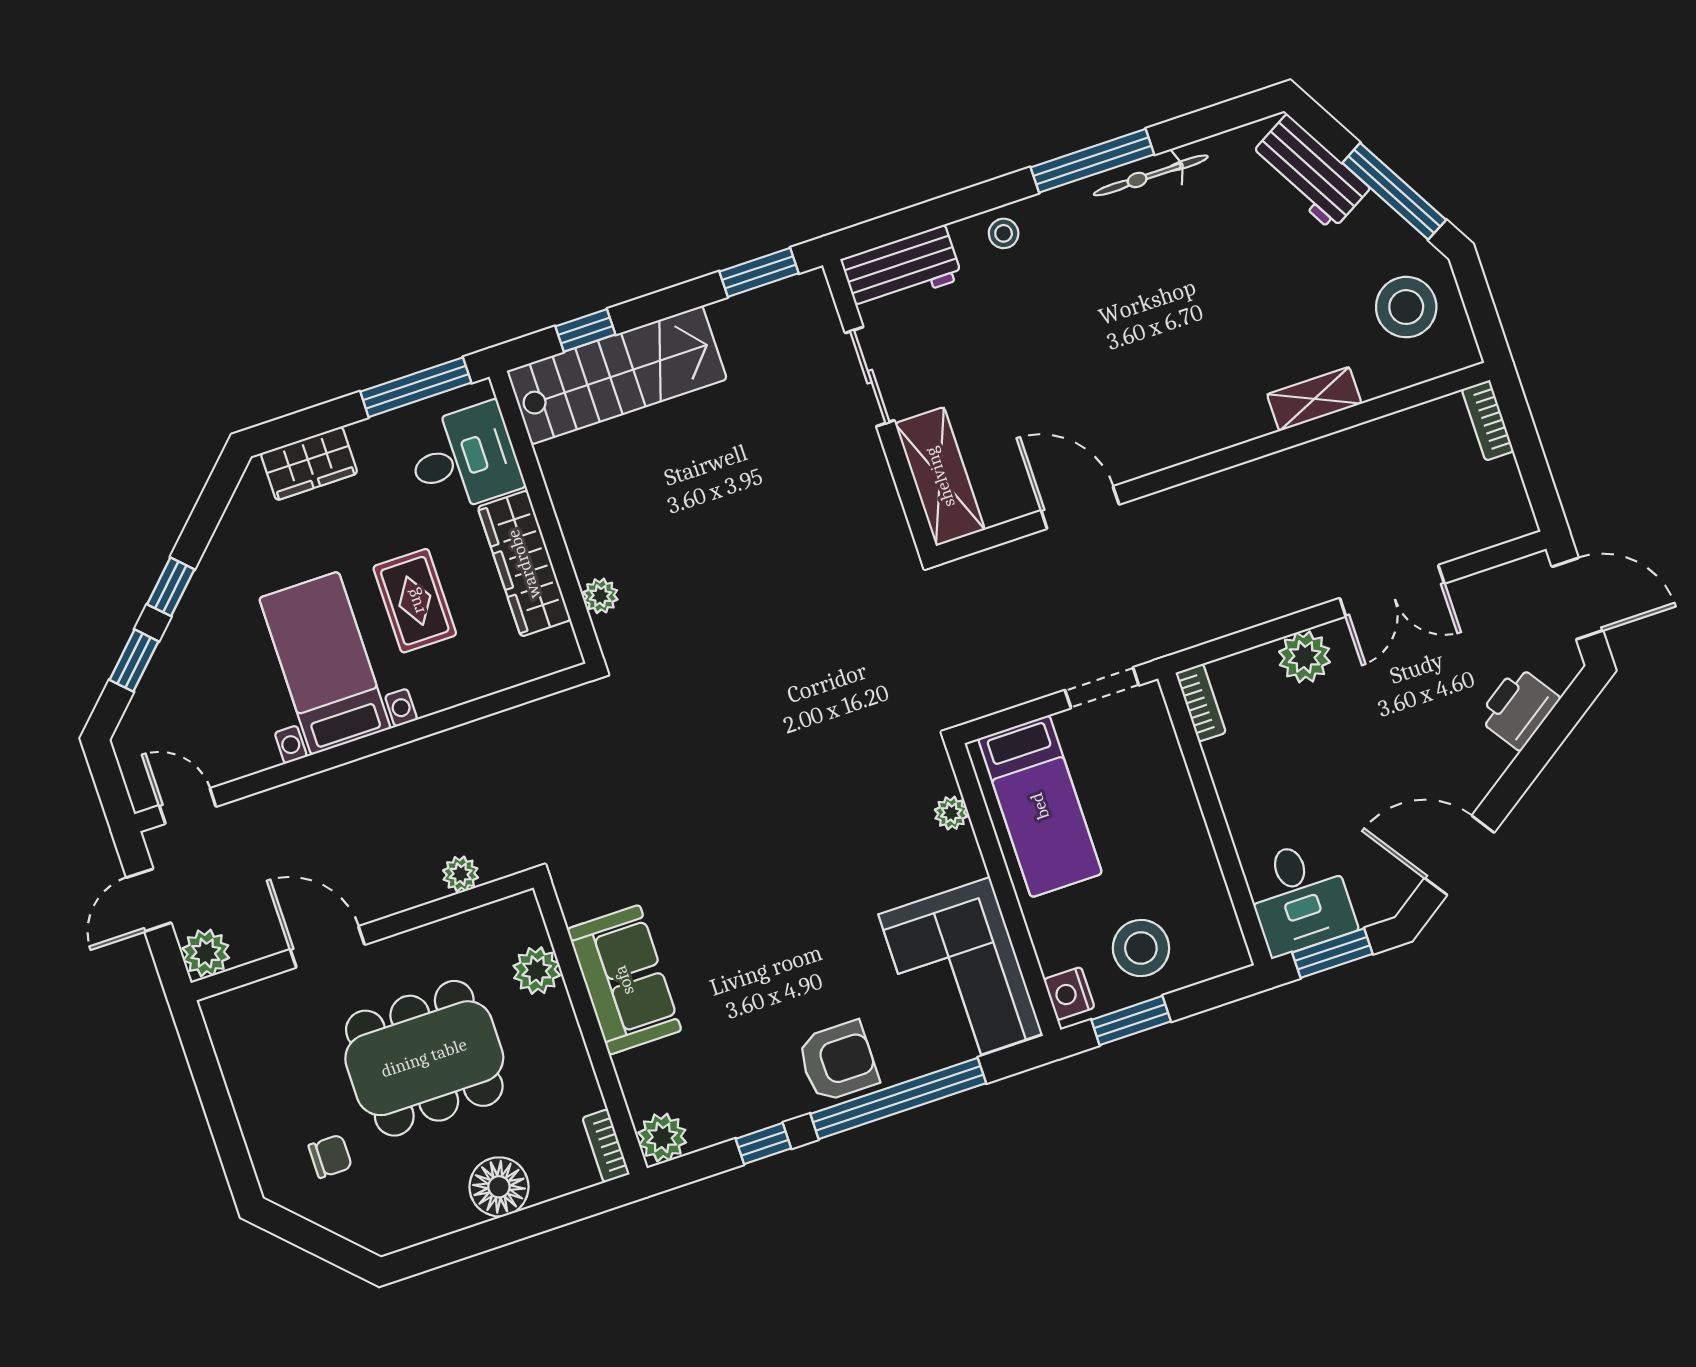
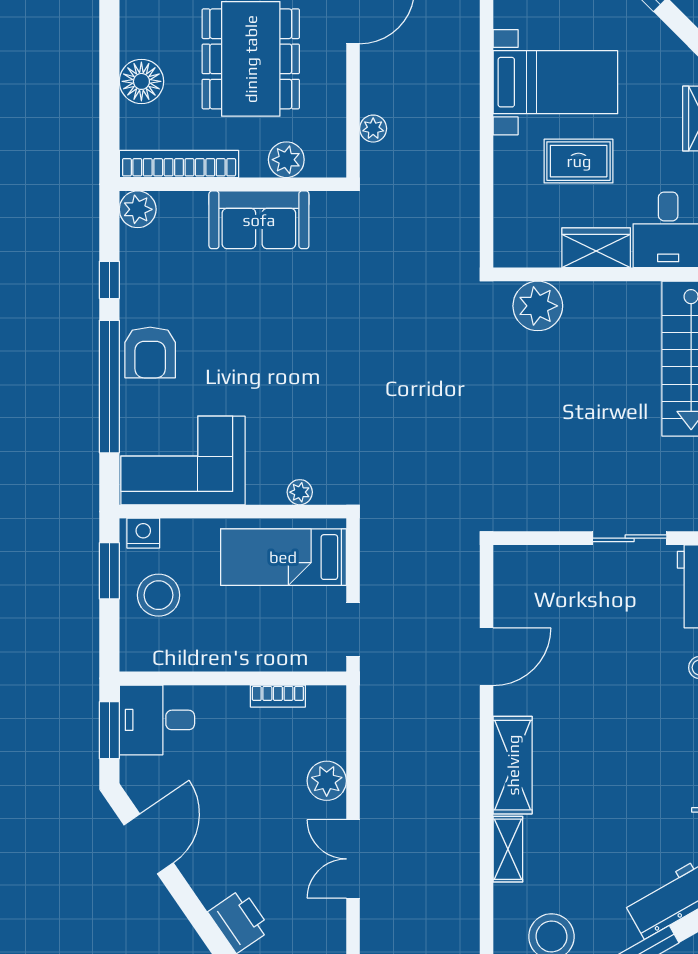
shelving: (940, 477) -> (513, 765), moved, turned 90
wardrobe: (524, 564) -> (596, 248), width x0.67
plant: (600, 596) -> (538, 306), width x1.87, depth x1.87
bookcase: (1201, 703) -> (278, 696), moved
bookcase: (606, 1146) -> (179, 164), width x2.31, depth x1.31

